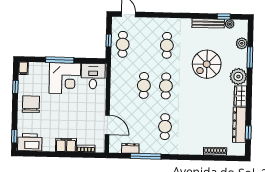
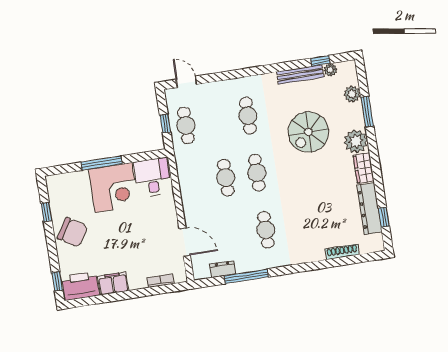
filing cabinet: (23, 68) -> (53, 184), removed
chair: (31, 104) -> (73, 232), turned 122
filing cabinet: (66, 145) -> (113, 283), moved

